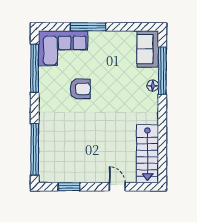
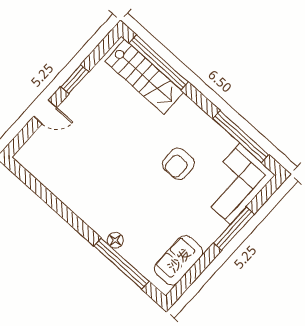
sofa: (148, 49) -> (179, 260), moved, turned -90
stairs: (147, 154) -> (144, 77), moved, turned 180
window: (69, 187) -> (75, 79), moved

